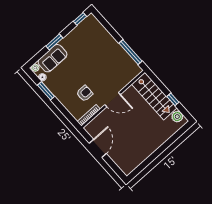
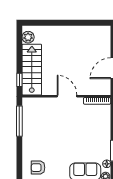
armchair: (85, 93) -> (38, 168), moved
window: (173, 99) -> (19, 80), moved

